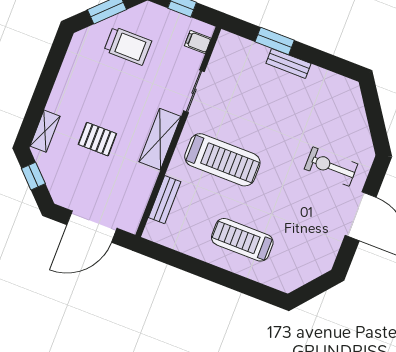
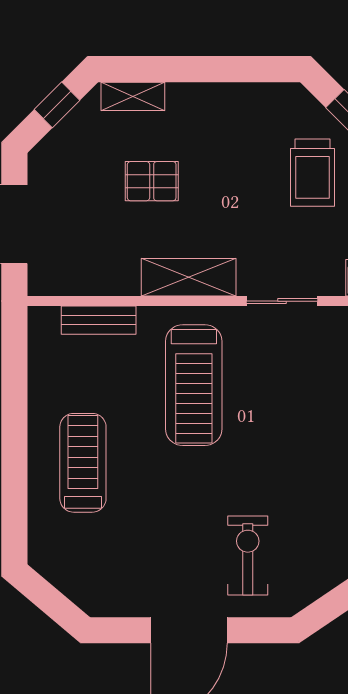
pallet: (97, 139) -> (152, 181), turned 90

